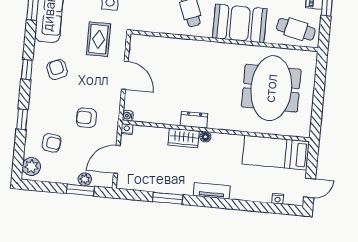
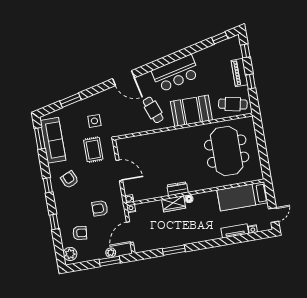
tv unit: (212, 191) -> (235, 231), moved

